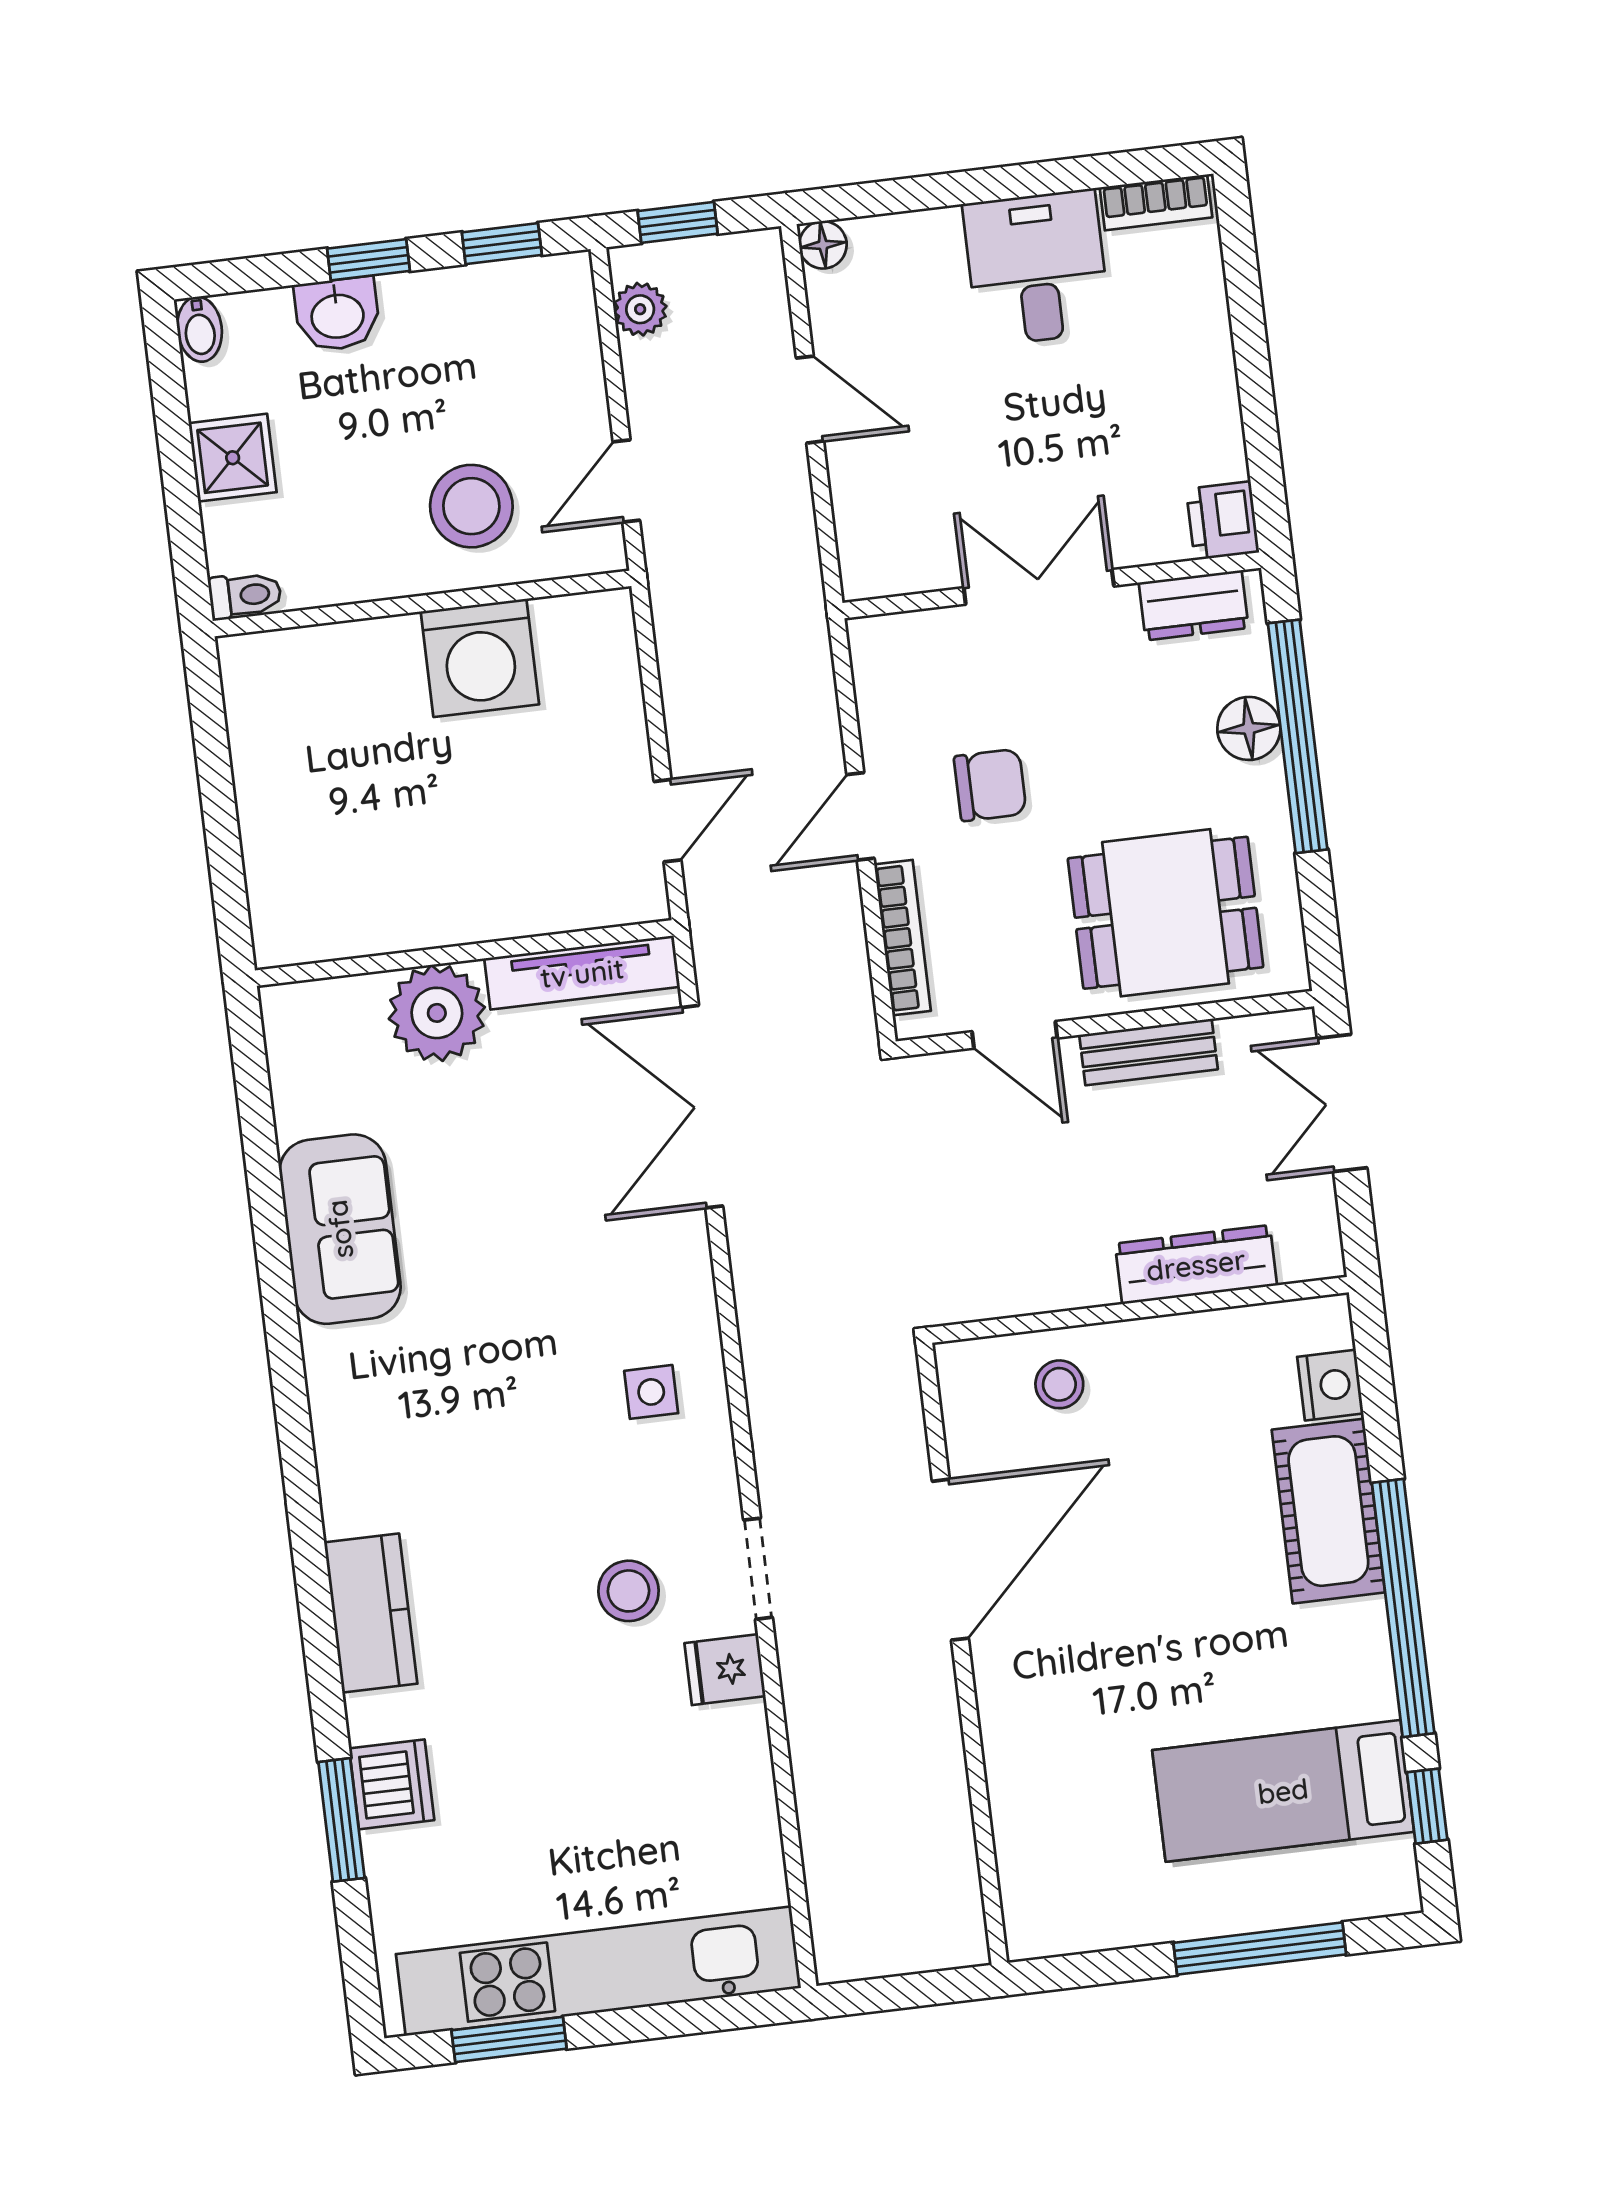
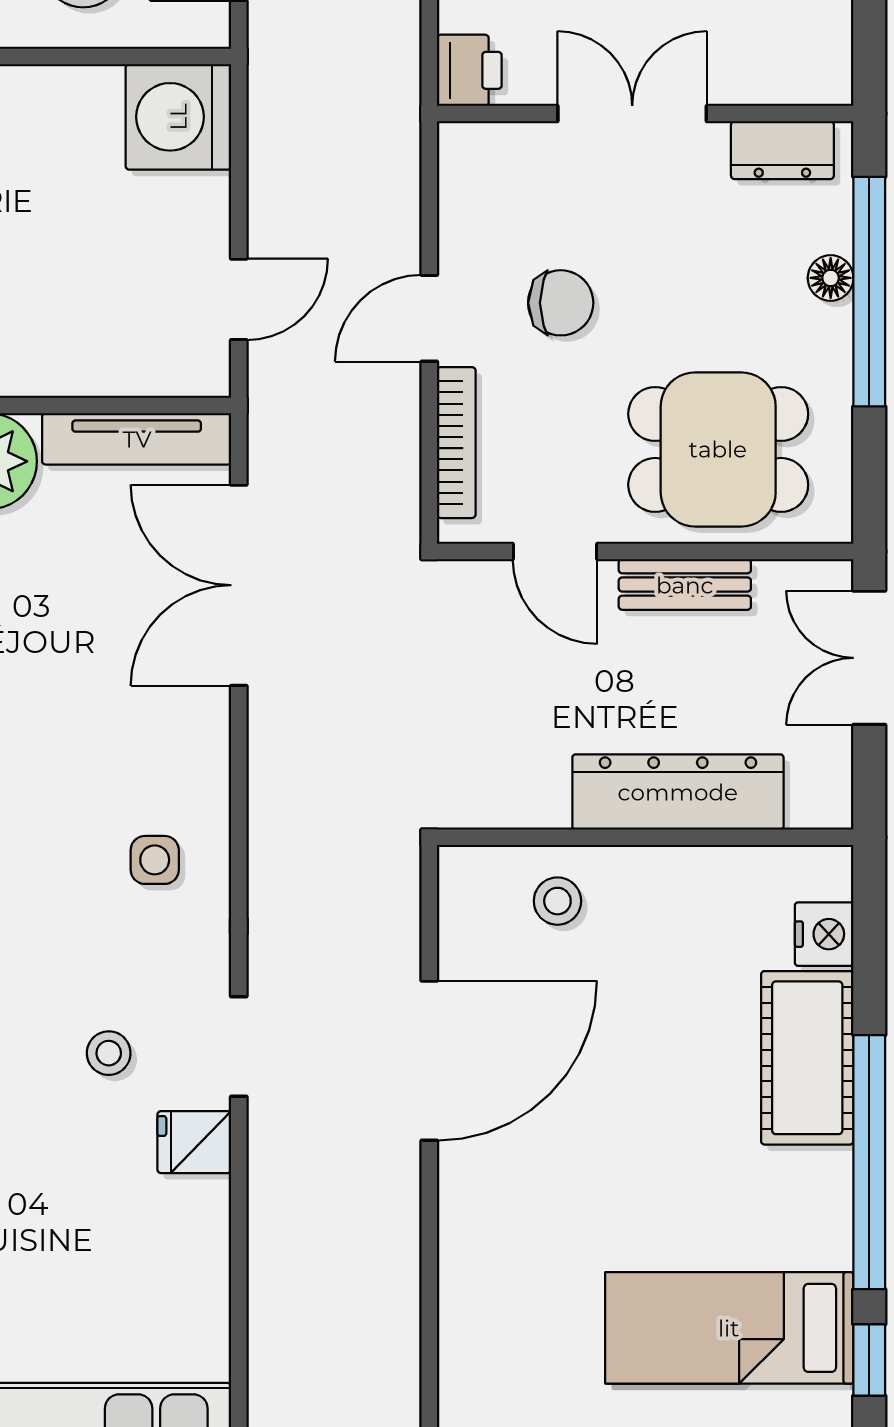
printer: (1223, 521) -> (469, 70), moved, turned 180
washing machine: (480, 658) -> (178, 117), moved, turned 90
floor lamp: (1249, 728) -> (831, 278), width x0.73, depth x0.73
dresser: (1196, 1265) -> (678, 792), width x1.37, depth x1.24
stool: (628, 1591) -> (109, 1053), width x0.73, depth x0.73

